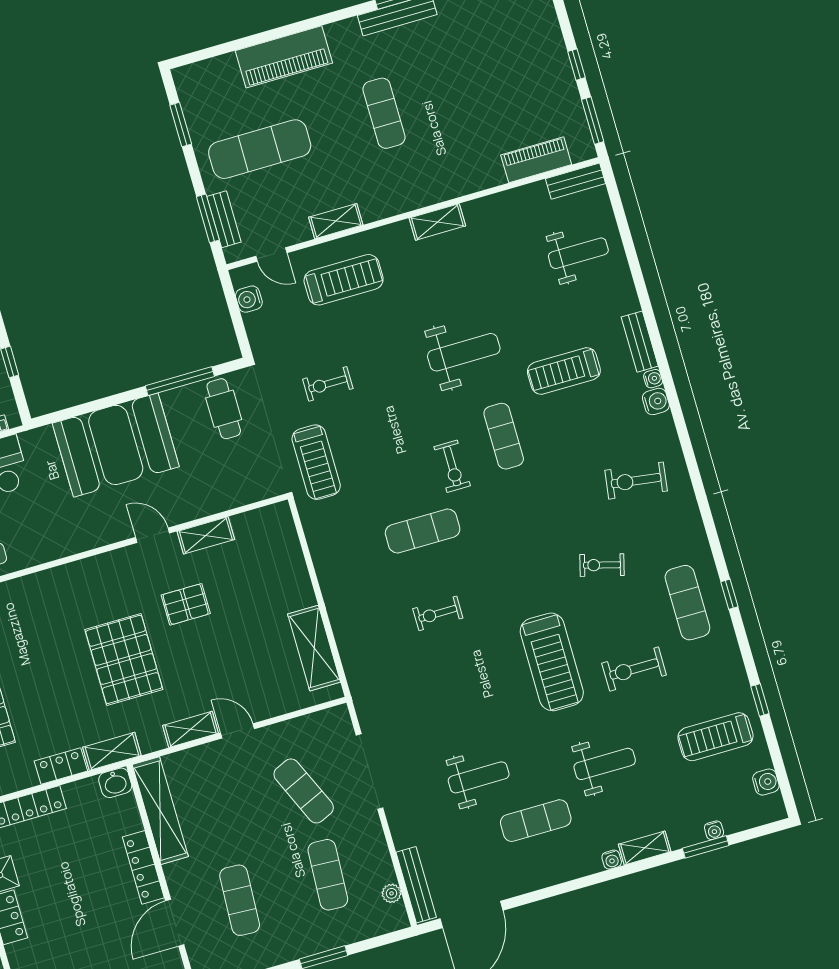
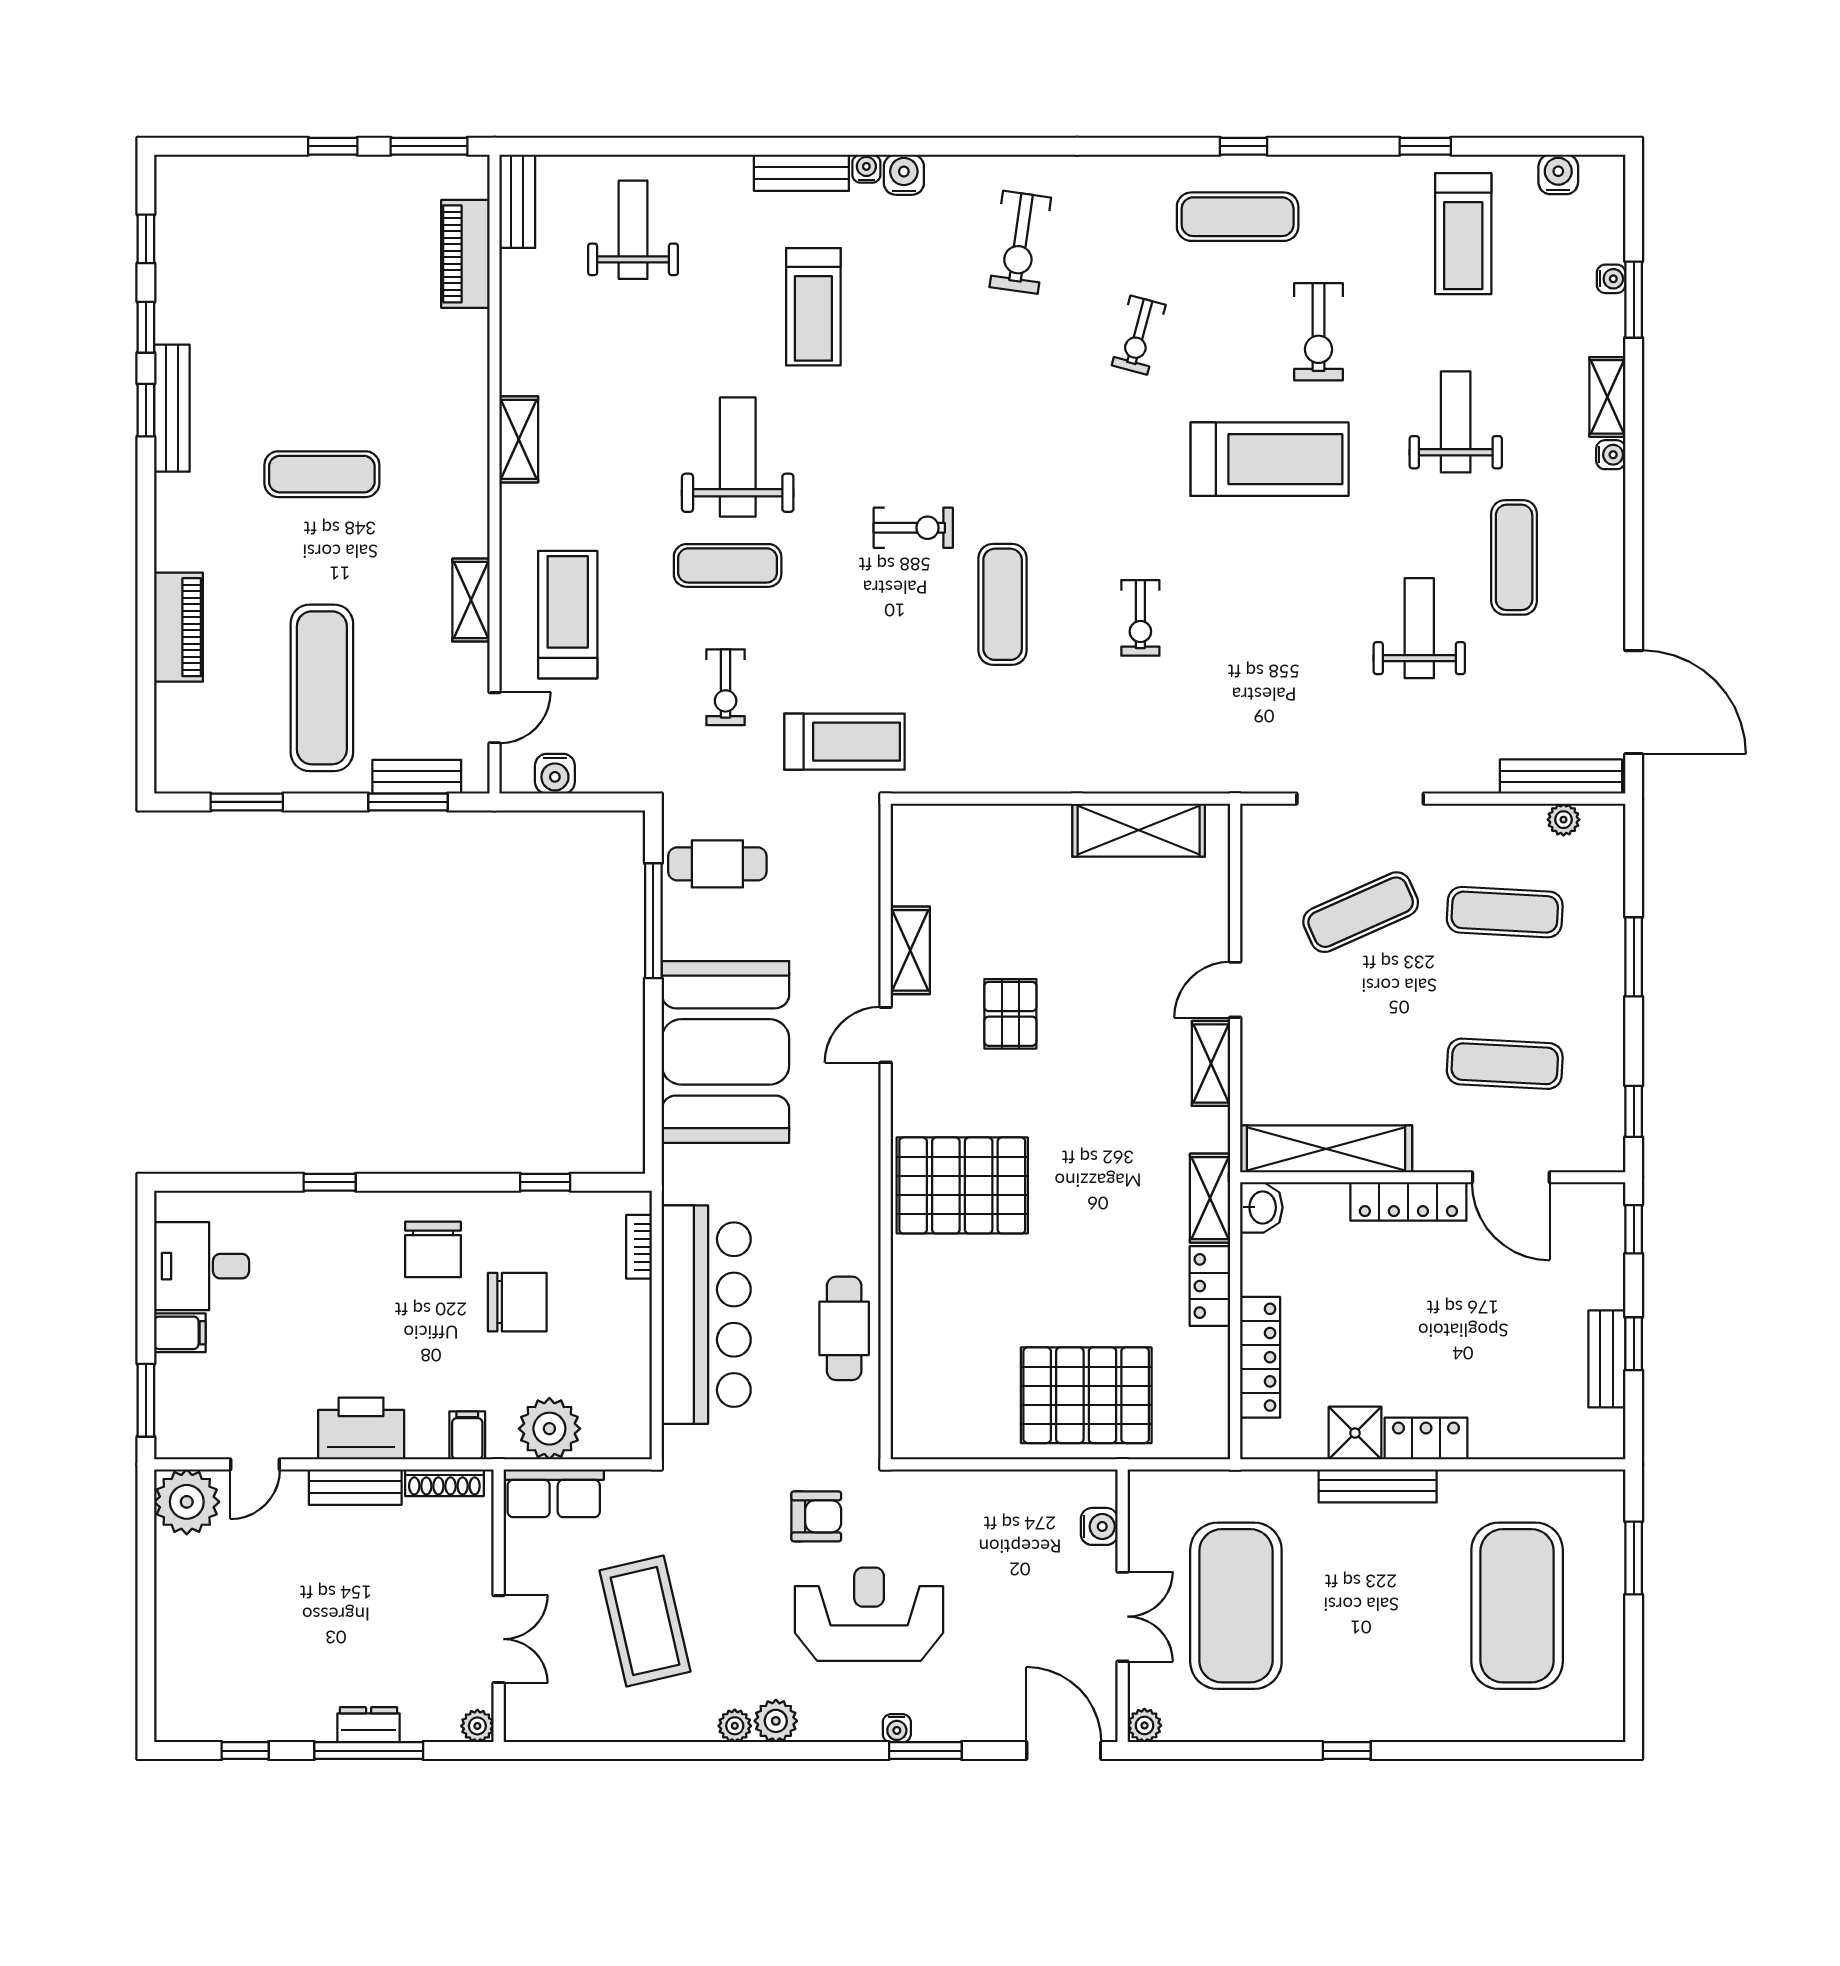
piano: (284, 57) -> (179, 627), width x0.73, depth x0.75
exercise mat: (504, 436) -> (728, 565), moved
pallet: (124, 659) -> (962, 1185), moved

